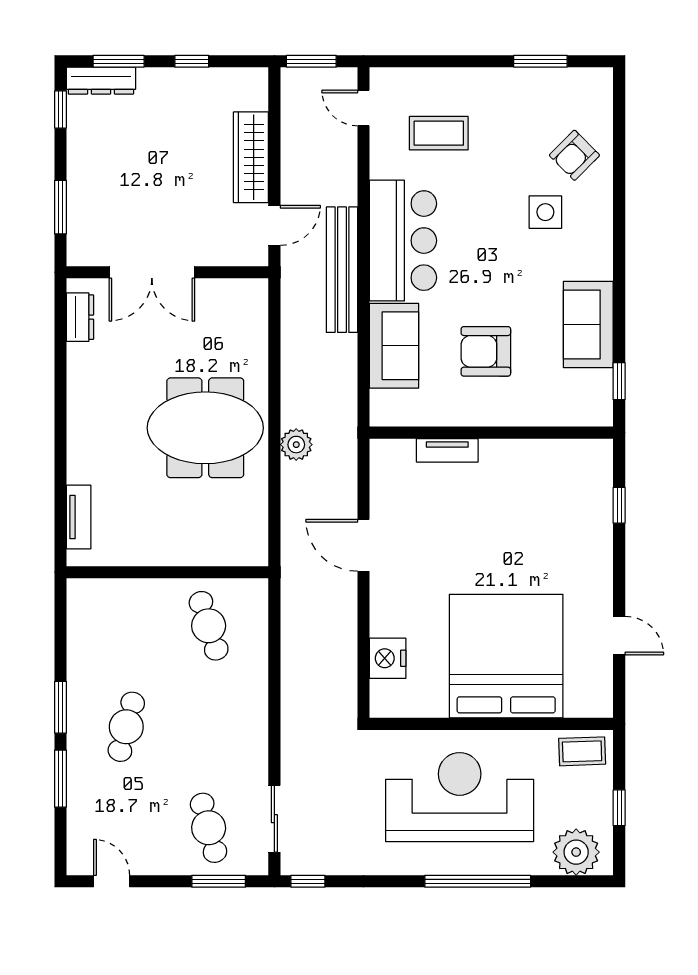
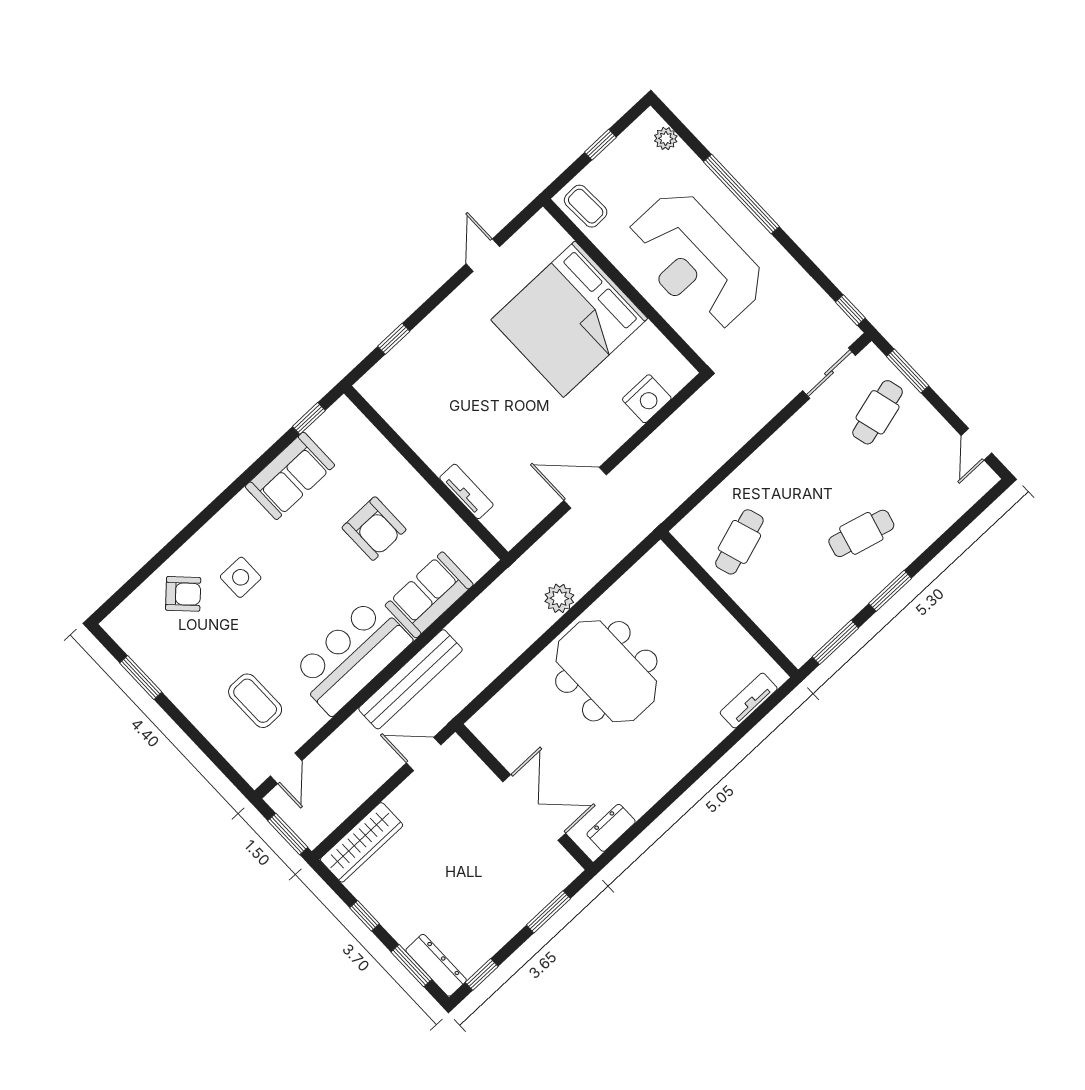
wardrobe: (251, 157) -> (362, 842), moved
door: (364, 545) -> (585, 488), swing flipped
window: (60, 779) -> (835, 642), moved
plant: (576, 852) -> (666, 139), width x0.53, depth x0.53

